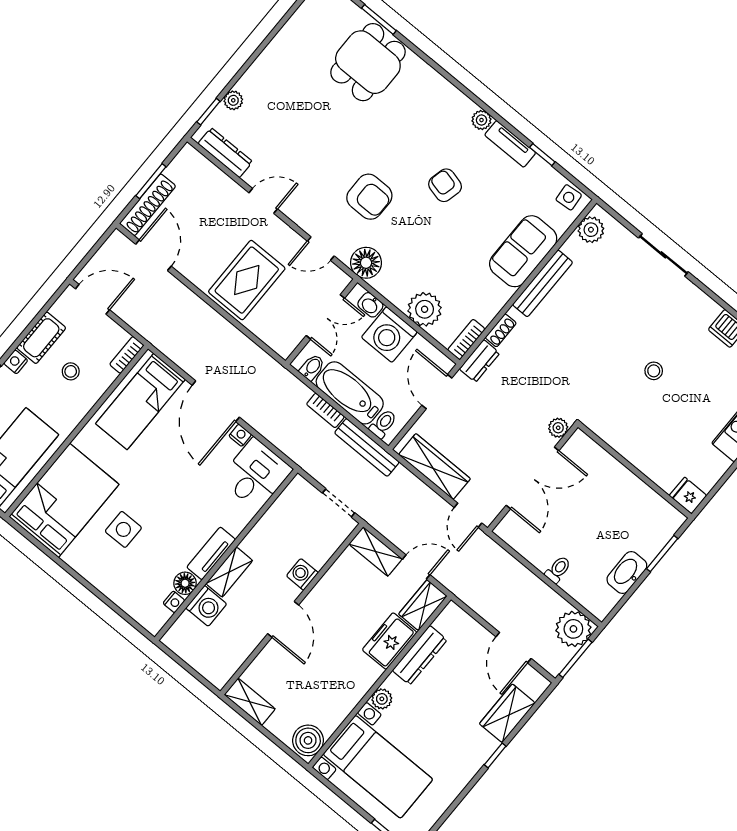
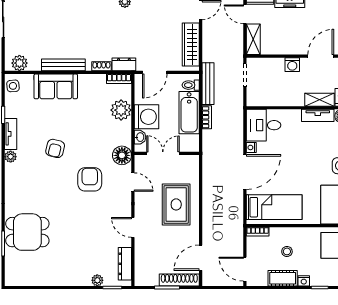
rug: (247, 280) -> (176, 204), turned 90
bidet: (312, 367) -> (192, 140), removed

